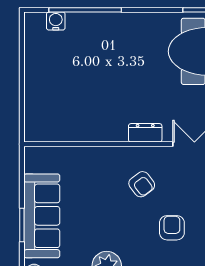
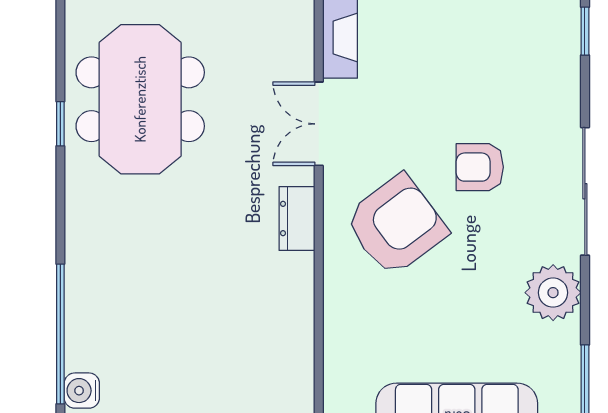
armchair: (142, 184) -> (396, 225), width x1.88, depth x1.88

